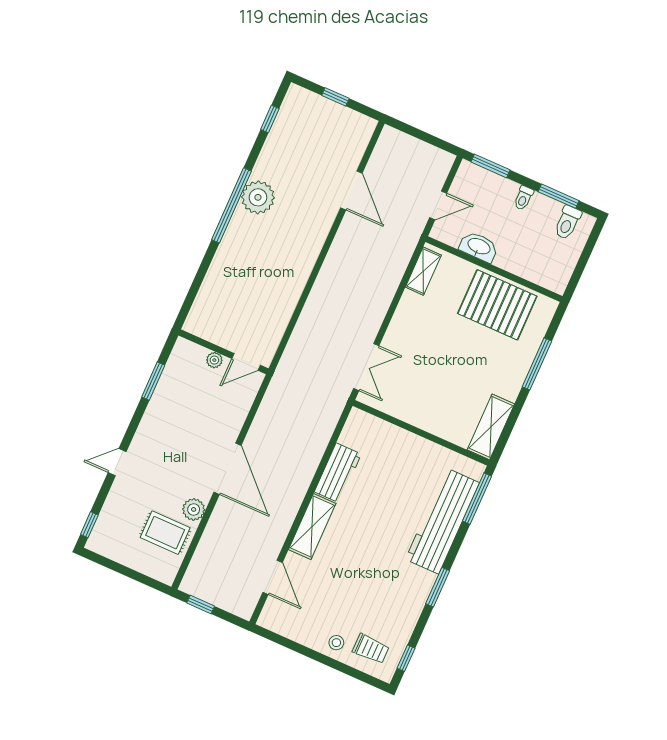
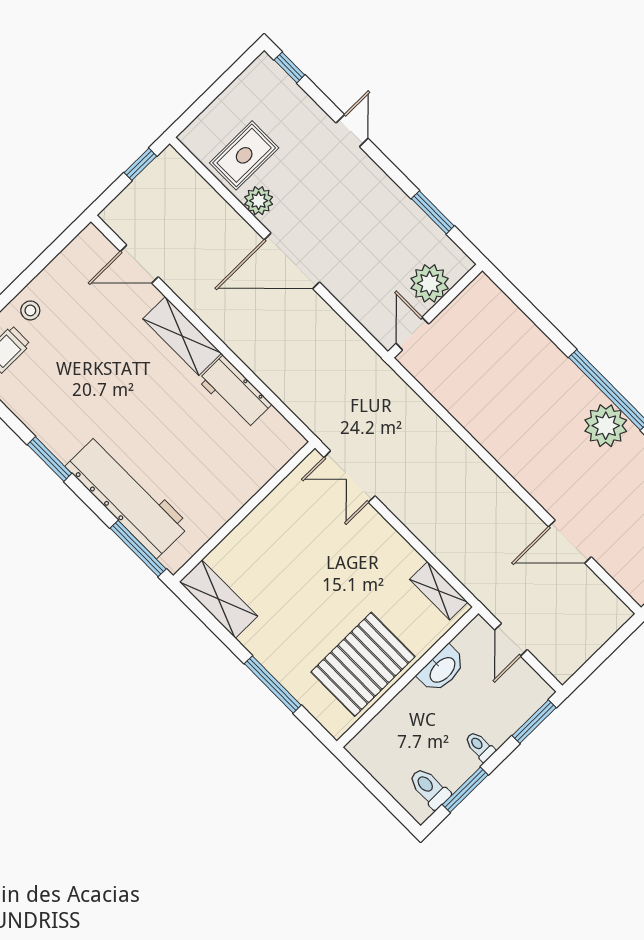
plant: (214, 360) -> (430, 283), width x1.87, depth x1.87

